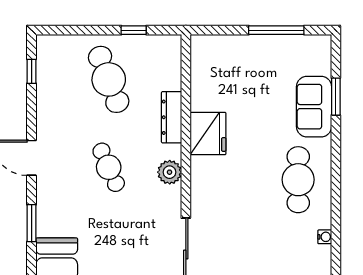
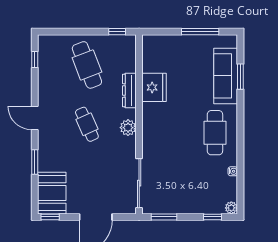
window: (134, 30) -> (117, 32), moved
sofa: (314, 107) -> (226, 76), width x1.36
fridge: (208, 133) -> (154, 87), moved

